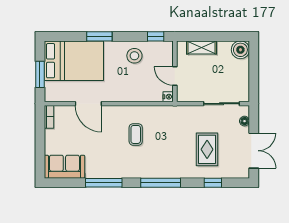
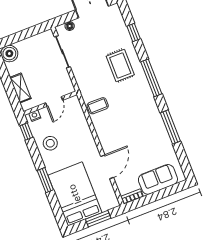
nightstand: (168, 97) -> (35, 116), moved
coffee table: (136, 134) -> (98, 106), moved
rug: (207, 149) -> (120, 66), moved, turned 90
sofa: (64, 167) -> (158, 179), moved, turned 90

